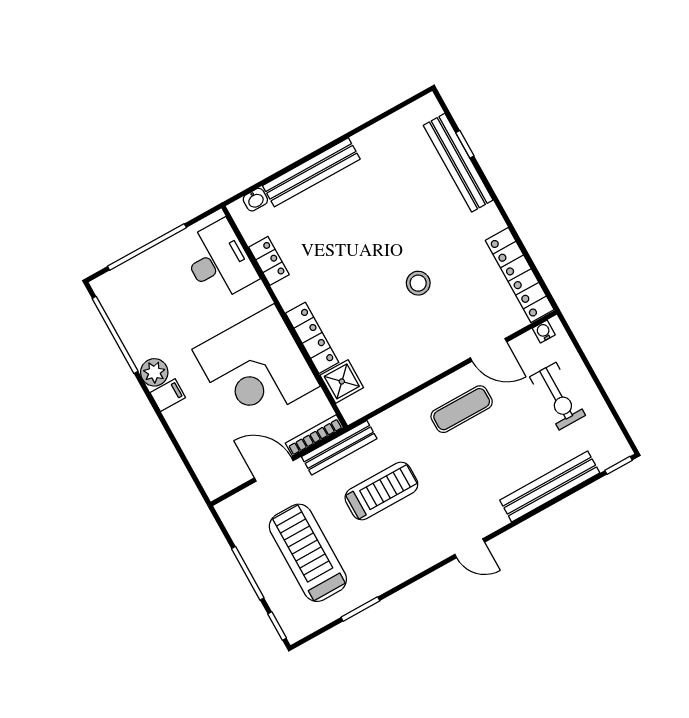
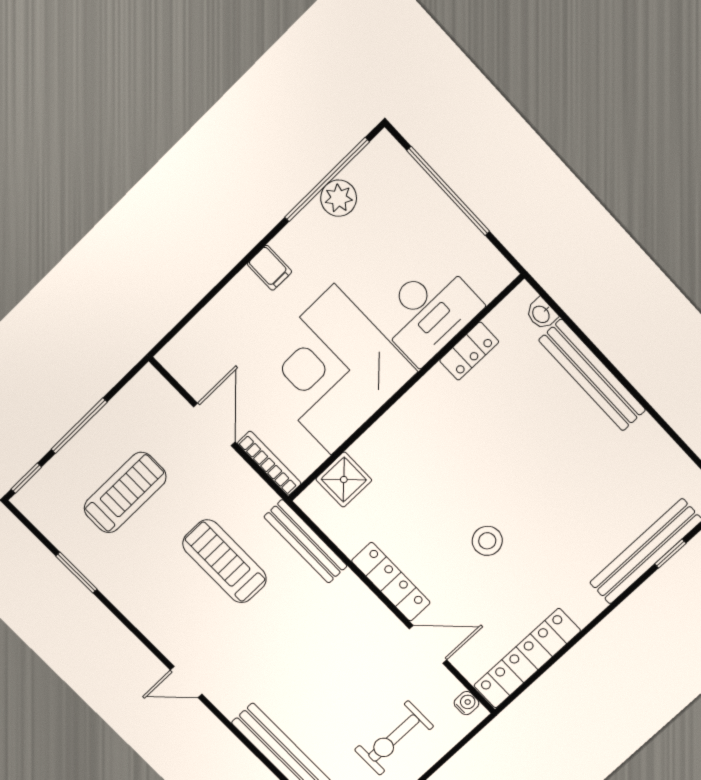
desk: (219, 261) -> (428, 312), moved
locker: (312, 338) -> (391, 582), moved, turned -90
door: (489, 350) -> (428, 644), swing flipped
plant: (154, 372) -> (339, 198), moved
exercise mat: (462, 409) -> (349, 631), removed
bench: (339, 448) -> (306, 541), moved
treadmill: (381, 491) -> (225, 561), turned 180
door: (470, 548) -> (186, 682), hinge flipped
treadmill: (308, 553) -> (125, 493), width x0.73, depth x0.73

